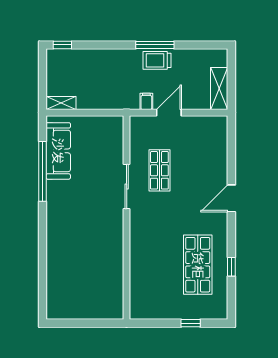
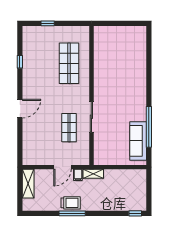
shelving: (61, 103) -> (93, 174), moved
shop shelf: (198, 265) -> (69, 63), moved

